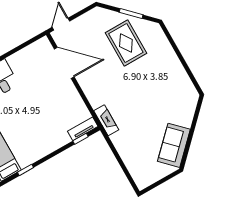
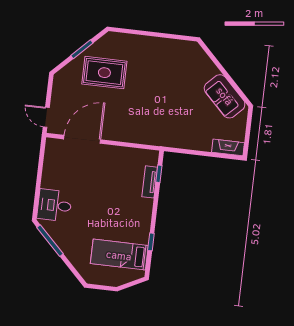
fireplace: (106, 120) -> (228, 147), moved
tv unit: (83, 129) -> (150, 182), moved

